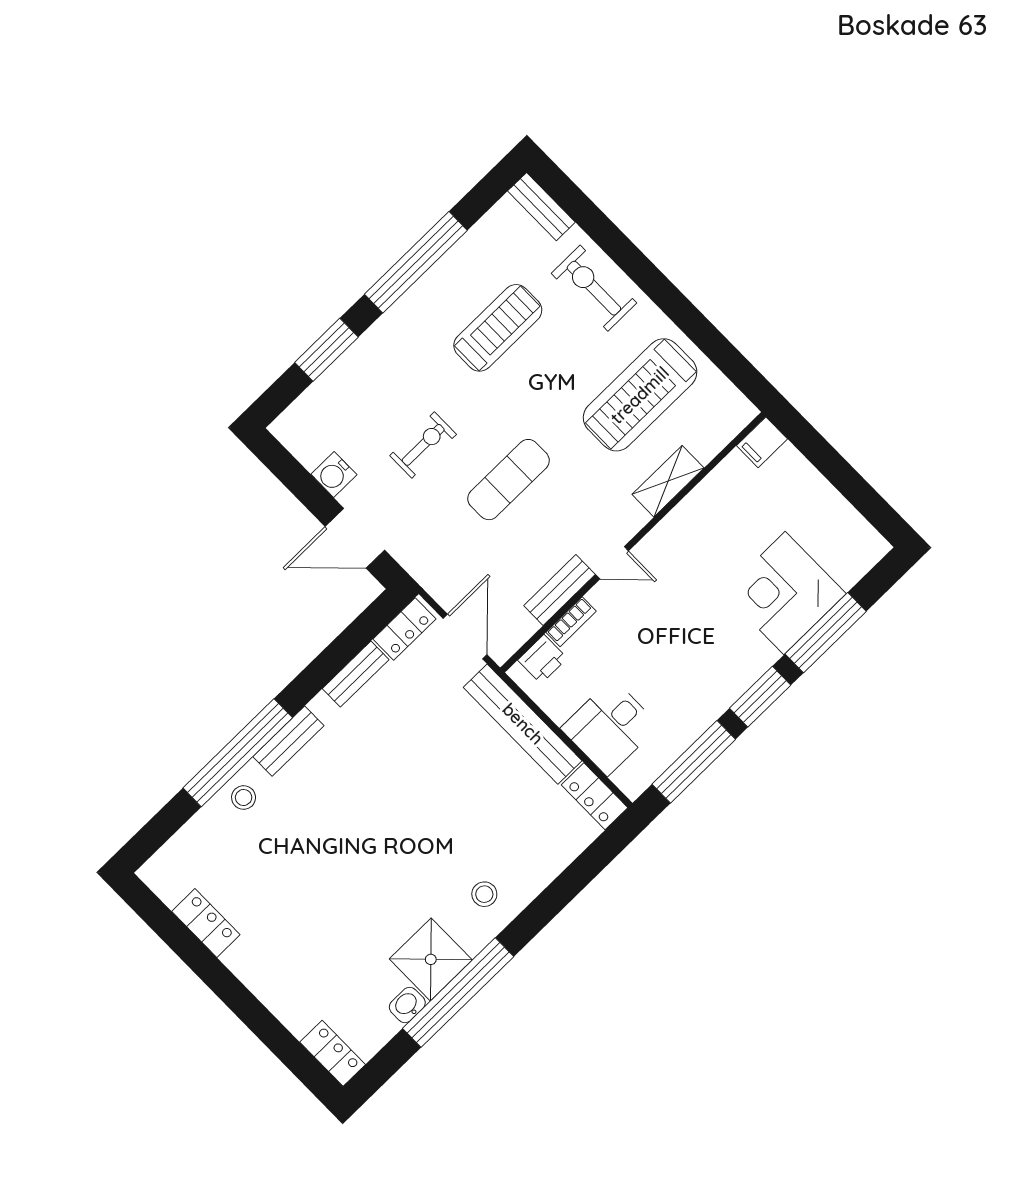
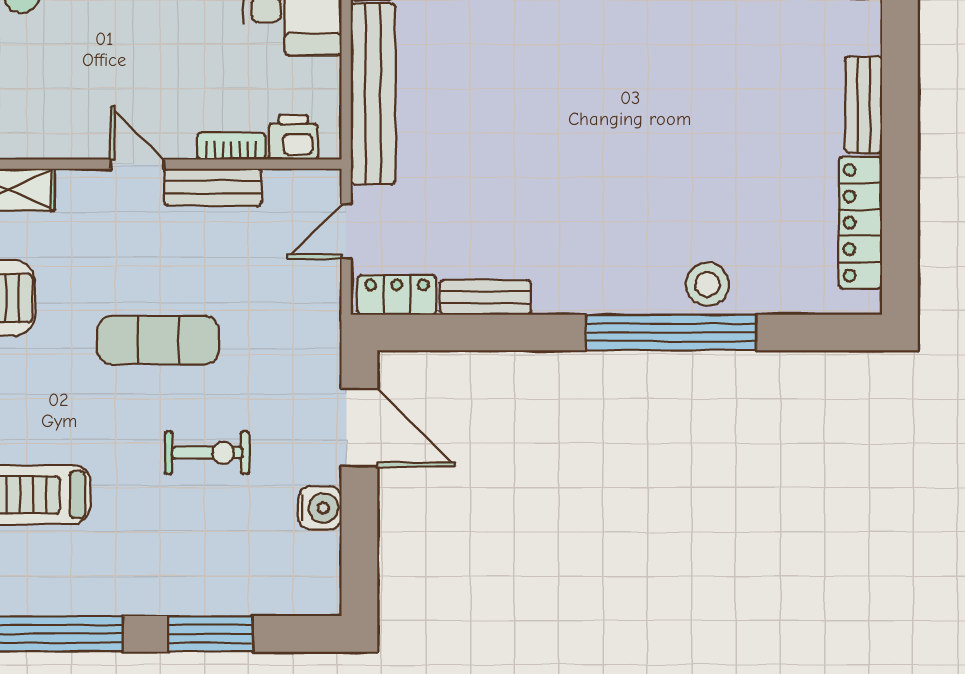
exercise bike: (423, 445) -> (207, 453), turned 180
door: (465, 636) -> (346, 231), width x0.73
bench: (288, 741) -> (864, 105), moved, turned 90
stool: (244, 797) -> (707, 284), width x1.37, depth x1.37
locker: (206, 923) -> (860, 223), width x1.53

